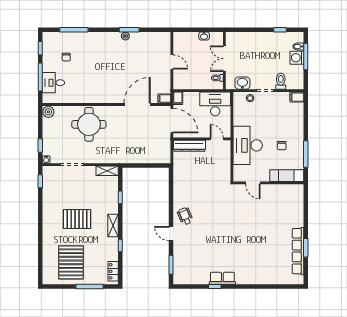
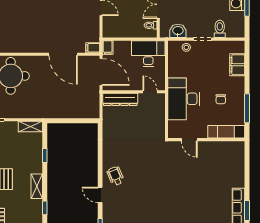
filing cabinet: (297, 97) -> (237, 65), moved, width x2.00
door: (137, 105) -> (63, 54), swing flipped

